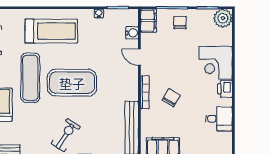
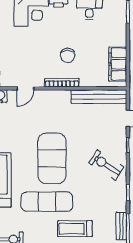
chair: (171, 98) -> (68, 56), turned -122

